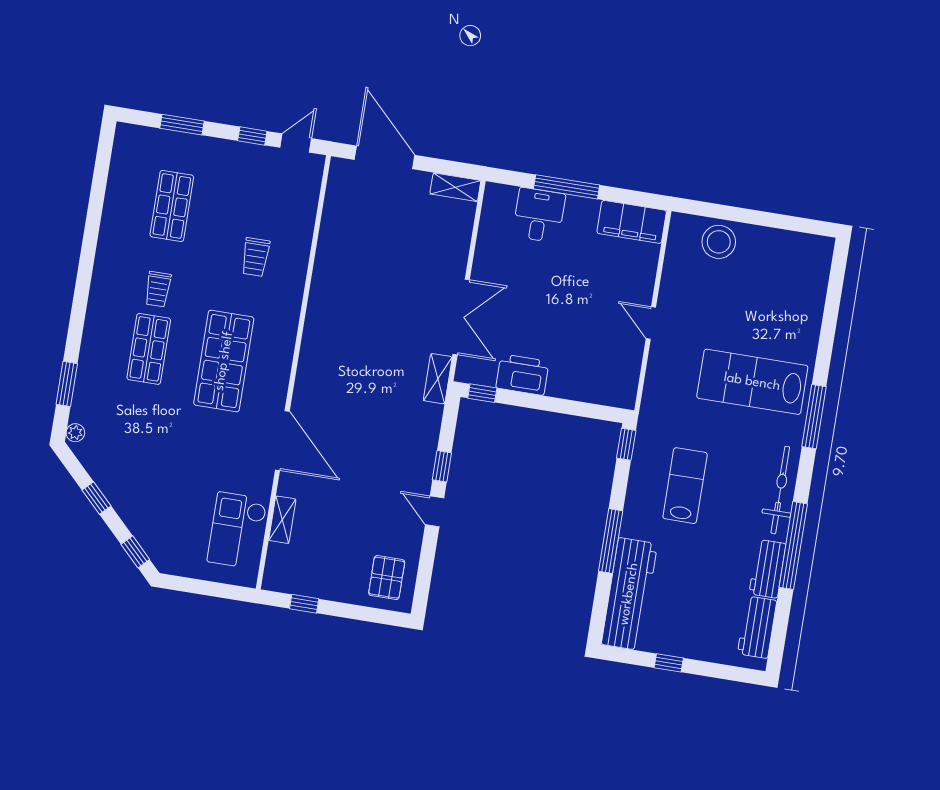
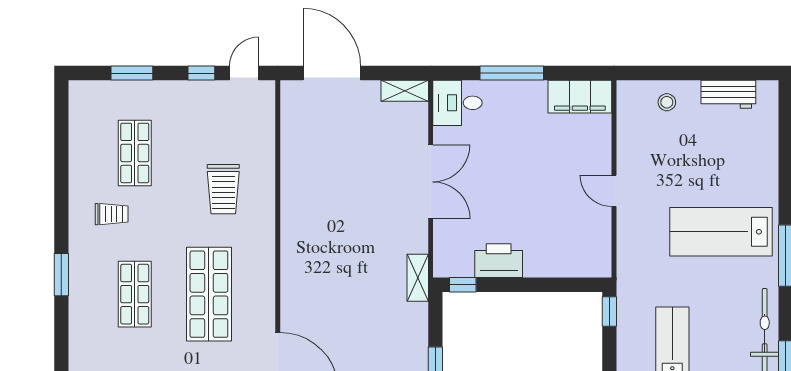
desk: (539, 215) -> (457, 103), moved, turned -90
stool: (719, 242) -> (667, 102), width x0.53, depth x0.53
workbench: (782, 244) -> (728, 94), added
trolley: (255, 257) -> (223, 189), width x1.36, depth x1.39
trolley: (158, 289) -> (112, 214), moved, turned -90
double door: (461, 317) -> (431, 182), moved
window: (67, 384) -> (61, 275), moved

